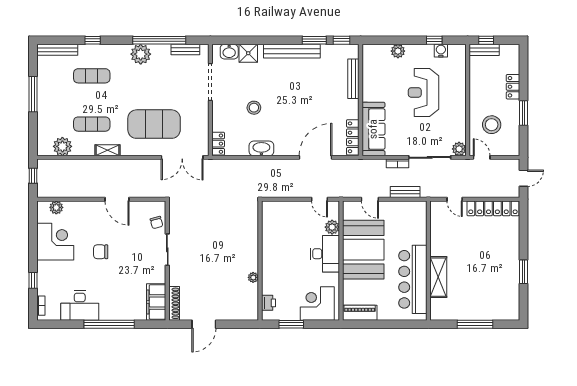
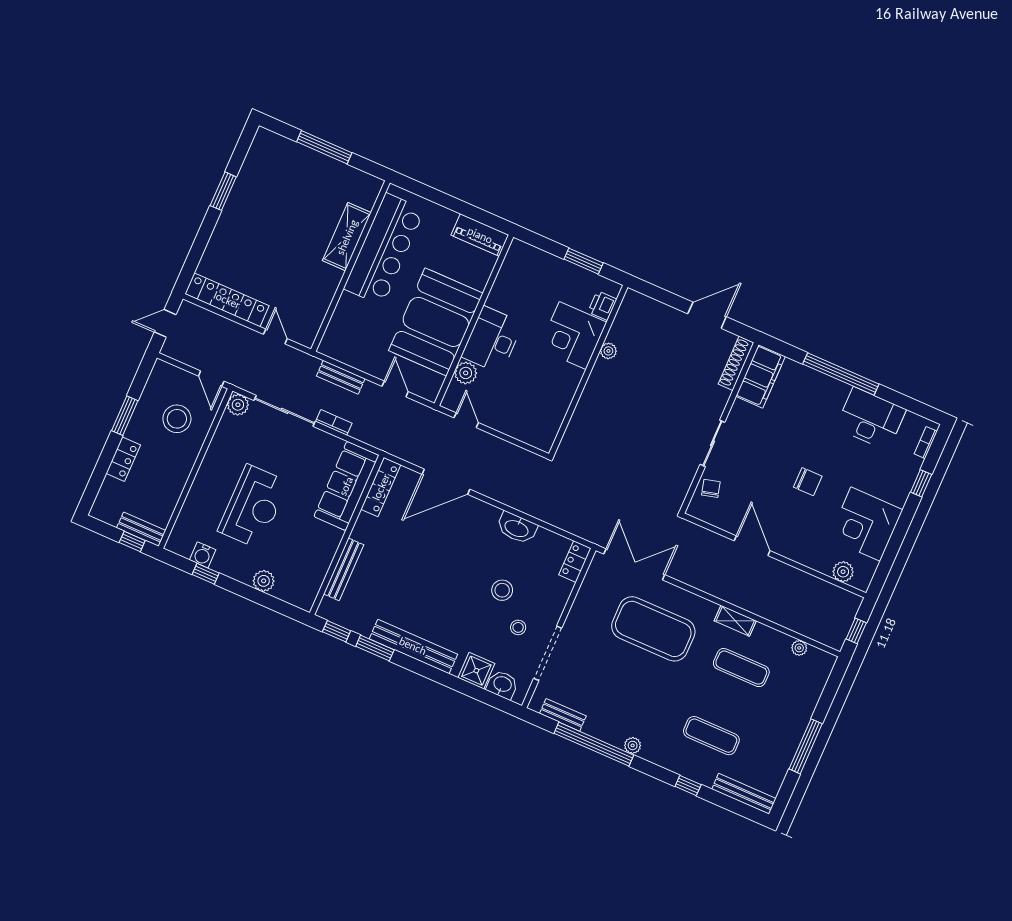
plant: (141, 54) -> (633, 745), width x0.53, depth x0.53
stool: (235, 90) -> (518, 627), added
plant: (62, 146) -> (799, 648), width x0.53, depth x0.53
corner desk: (317, 304) -> (573, 336), moved, turned 90

